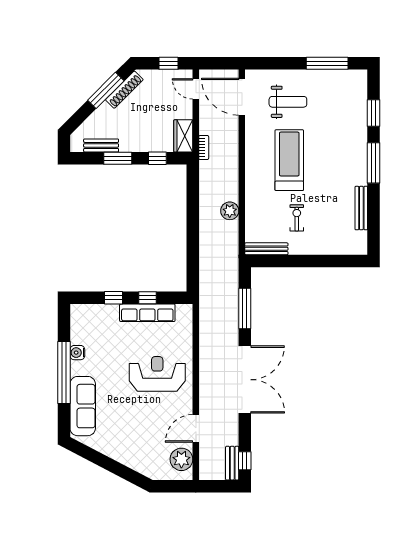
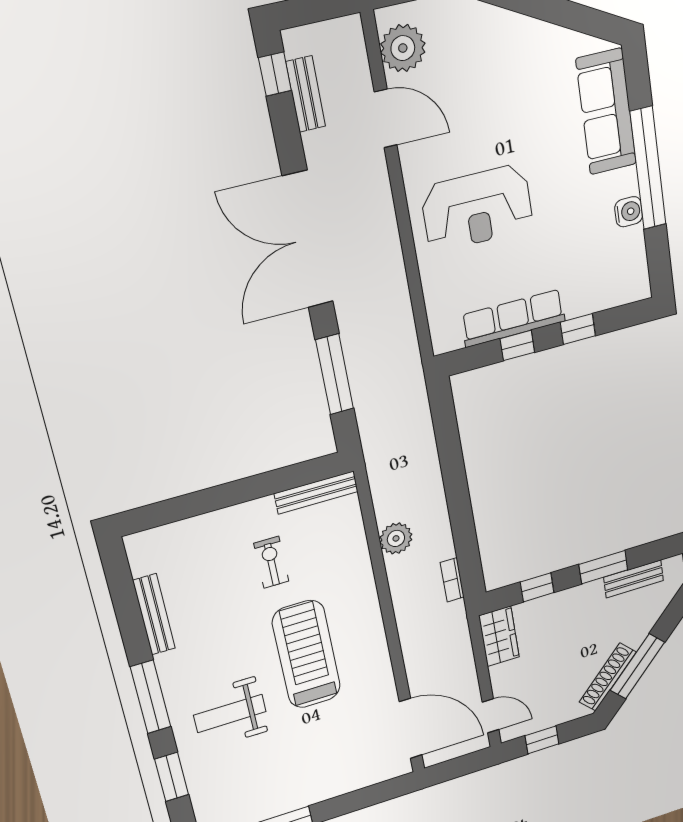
weight bench: (288, 102) -> (230, 713), moved
bookcase: (204, 148) -> (452, 580), moved
treadmill: (289, 160) -> (306, 654), turned 180
exercise bike: (297, 218) -> (271, 562), turned 180
door: (196, 428) -> (386, 118), hinge flipped
bench: (232, 463) -> (306, 94), moved

